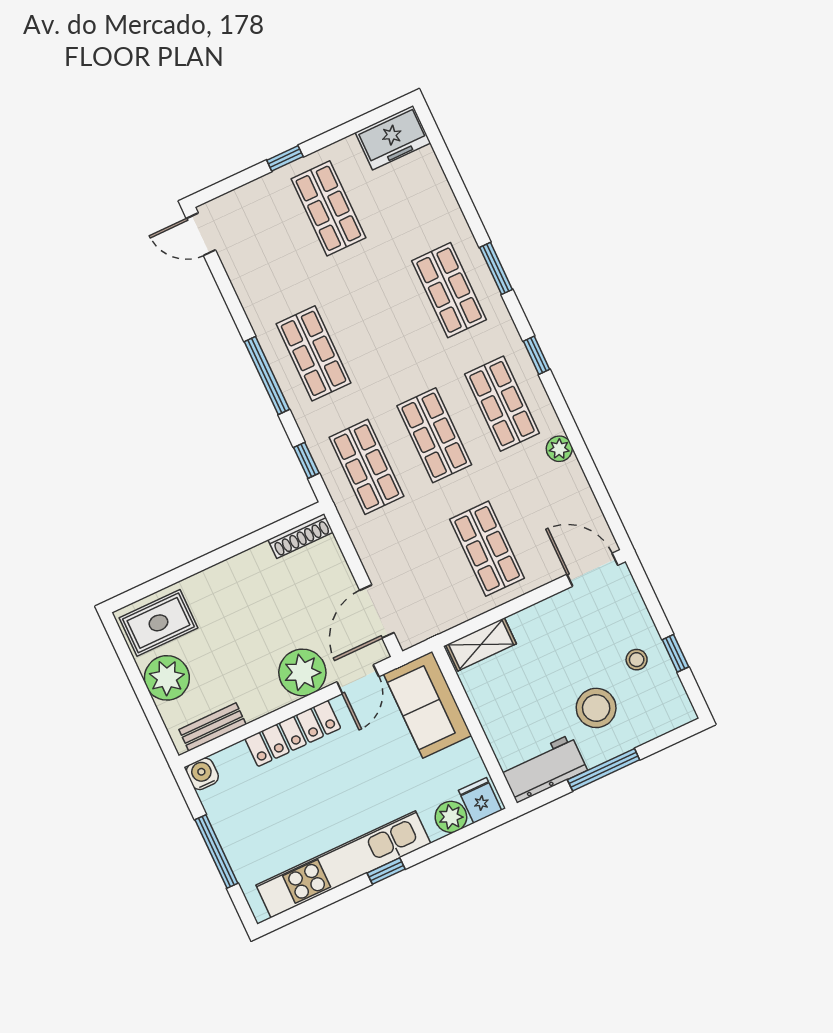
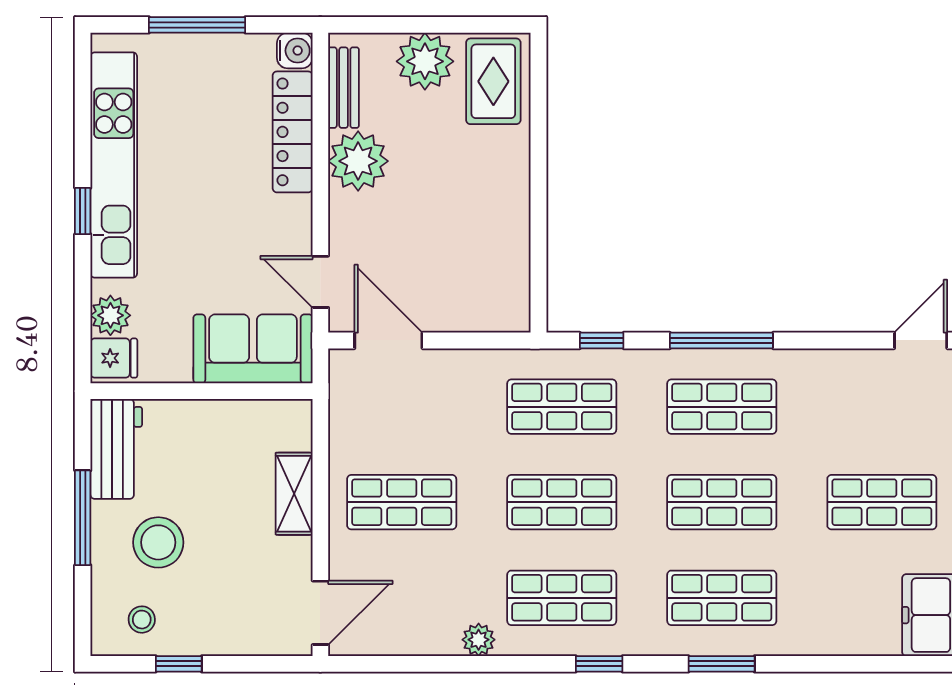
shop shelf: (381, 322) -> (722, 502), added
shoe rack: (301, 536) -> (517, 293), removed
shelving: (481, 644) -> (294, 494), moved
stool: (637, 660) -> (142, 620), moved
plant: (302, 672) -> (358, 161), moved
locker: (293, 733) -> (293, 132), moved

